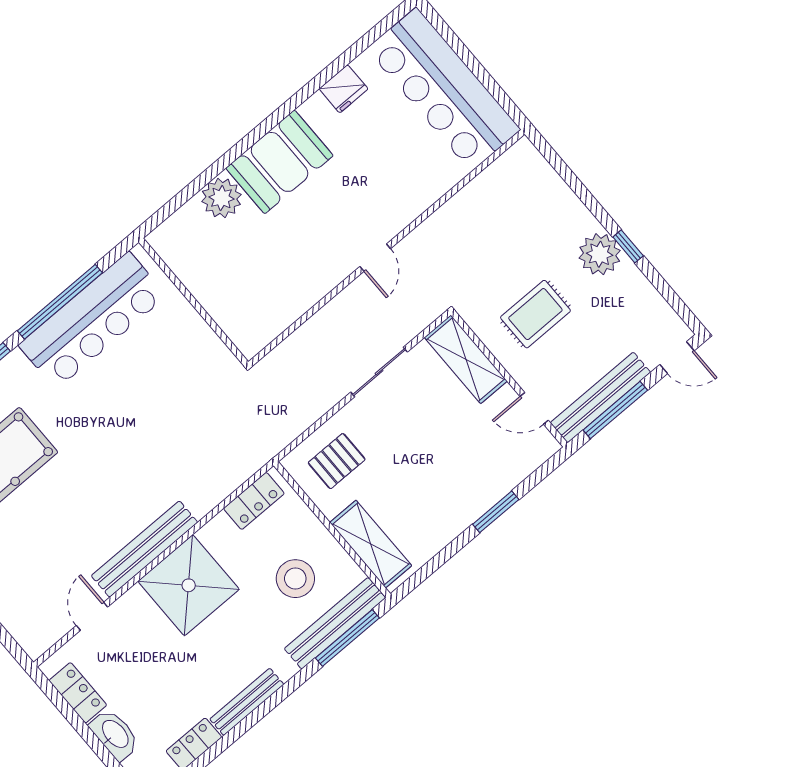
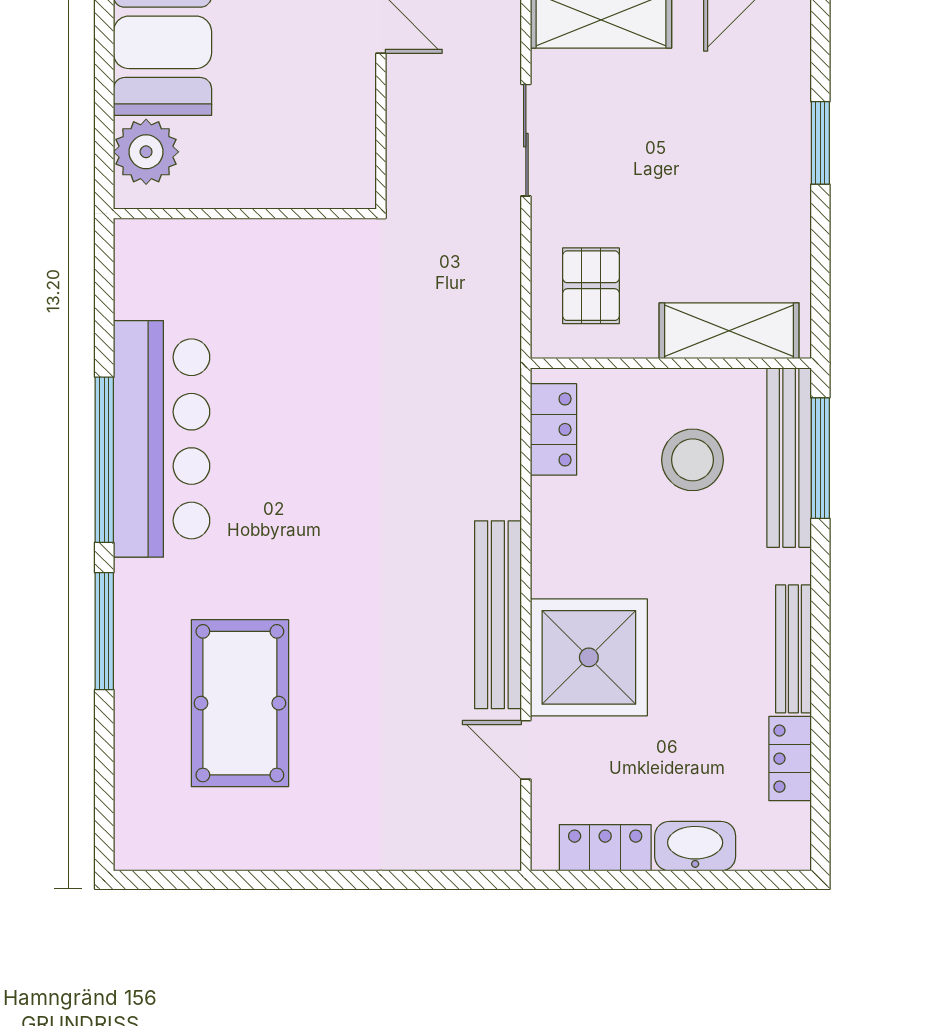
wall: (193, 302) -> (245, 214), moved
shower: (189, 585) -> (589, 657), moved

